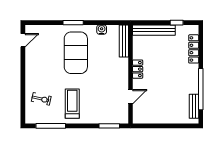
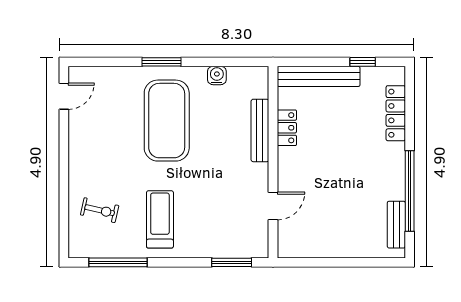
bench: (124, 41) -> (260, 130), moved
locker: (138, 69) -> (287, 128), moved

